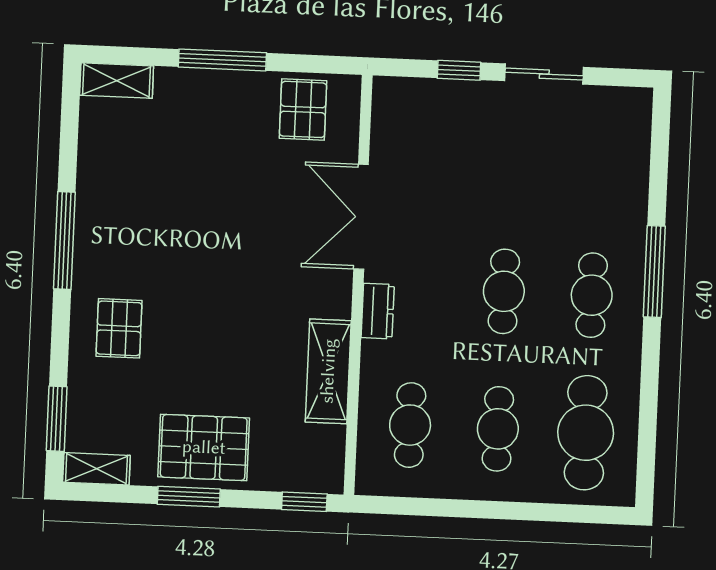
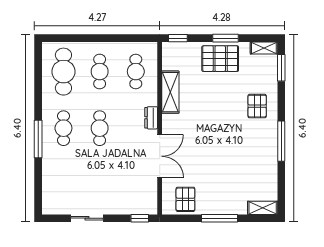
window: (459, 70) -> (140, 218), moved

